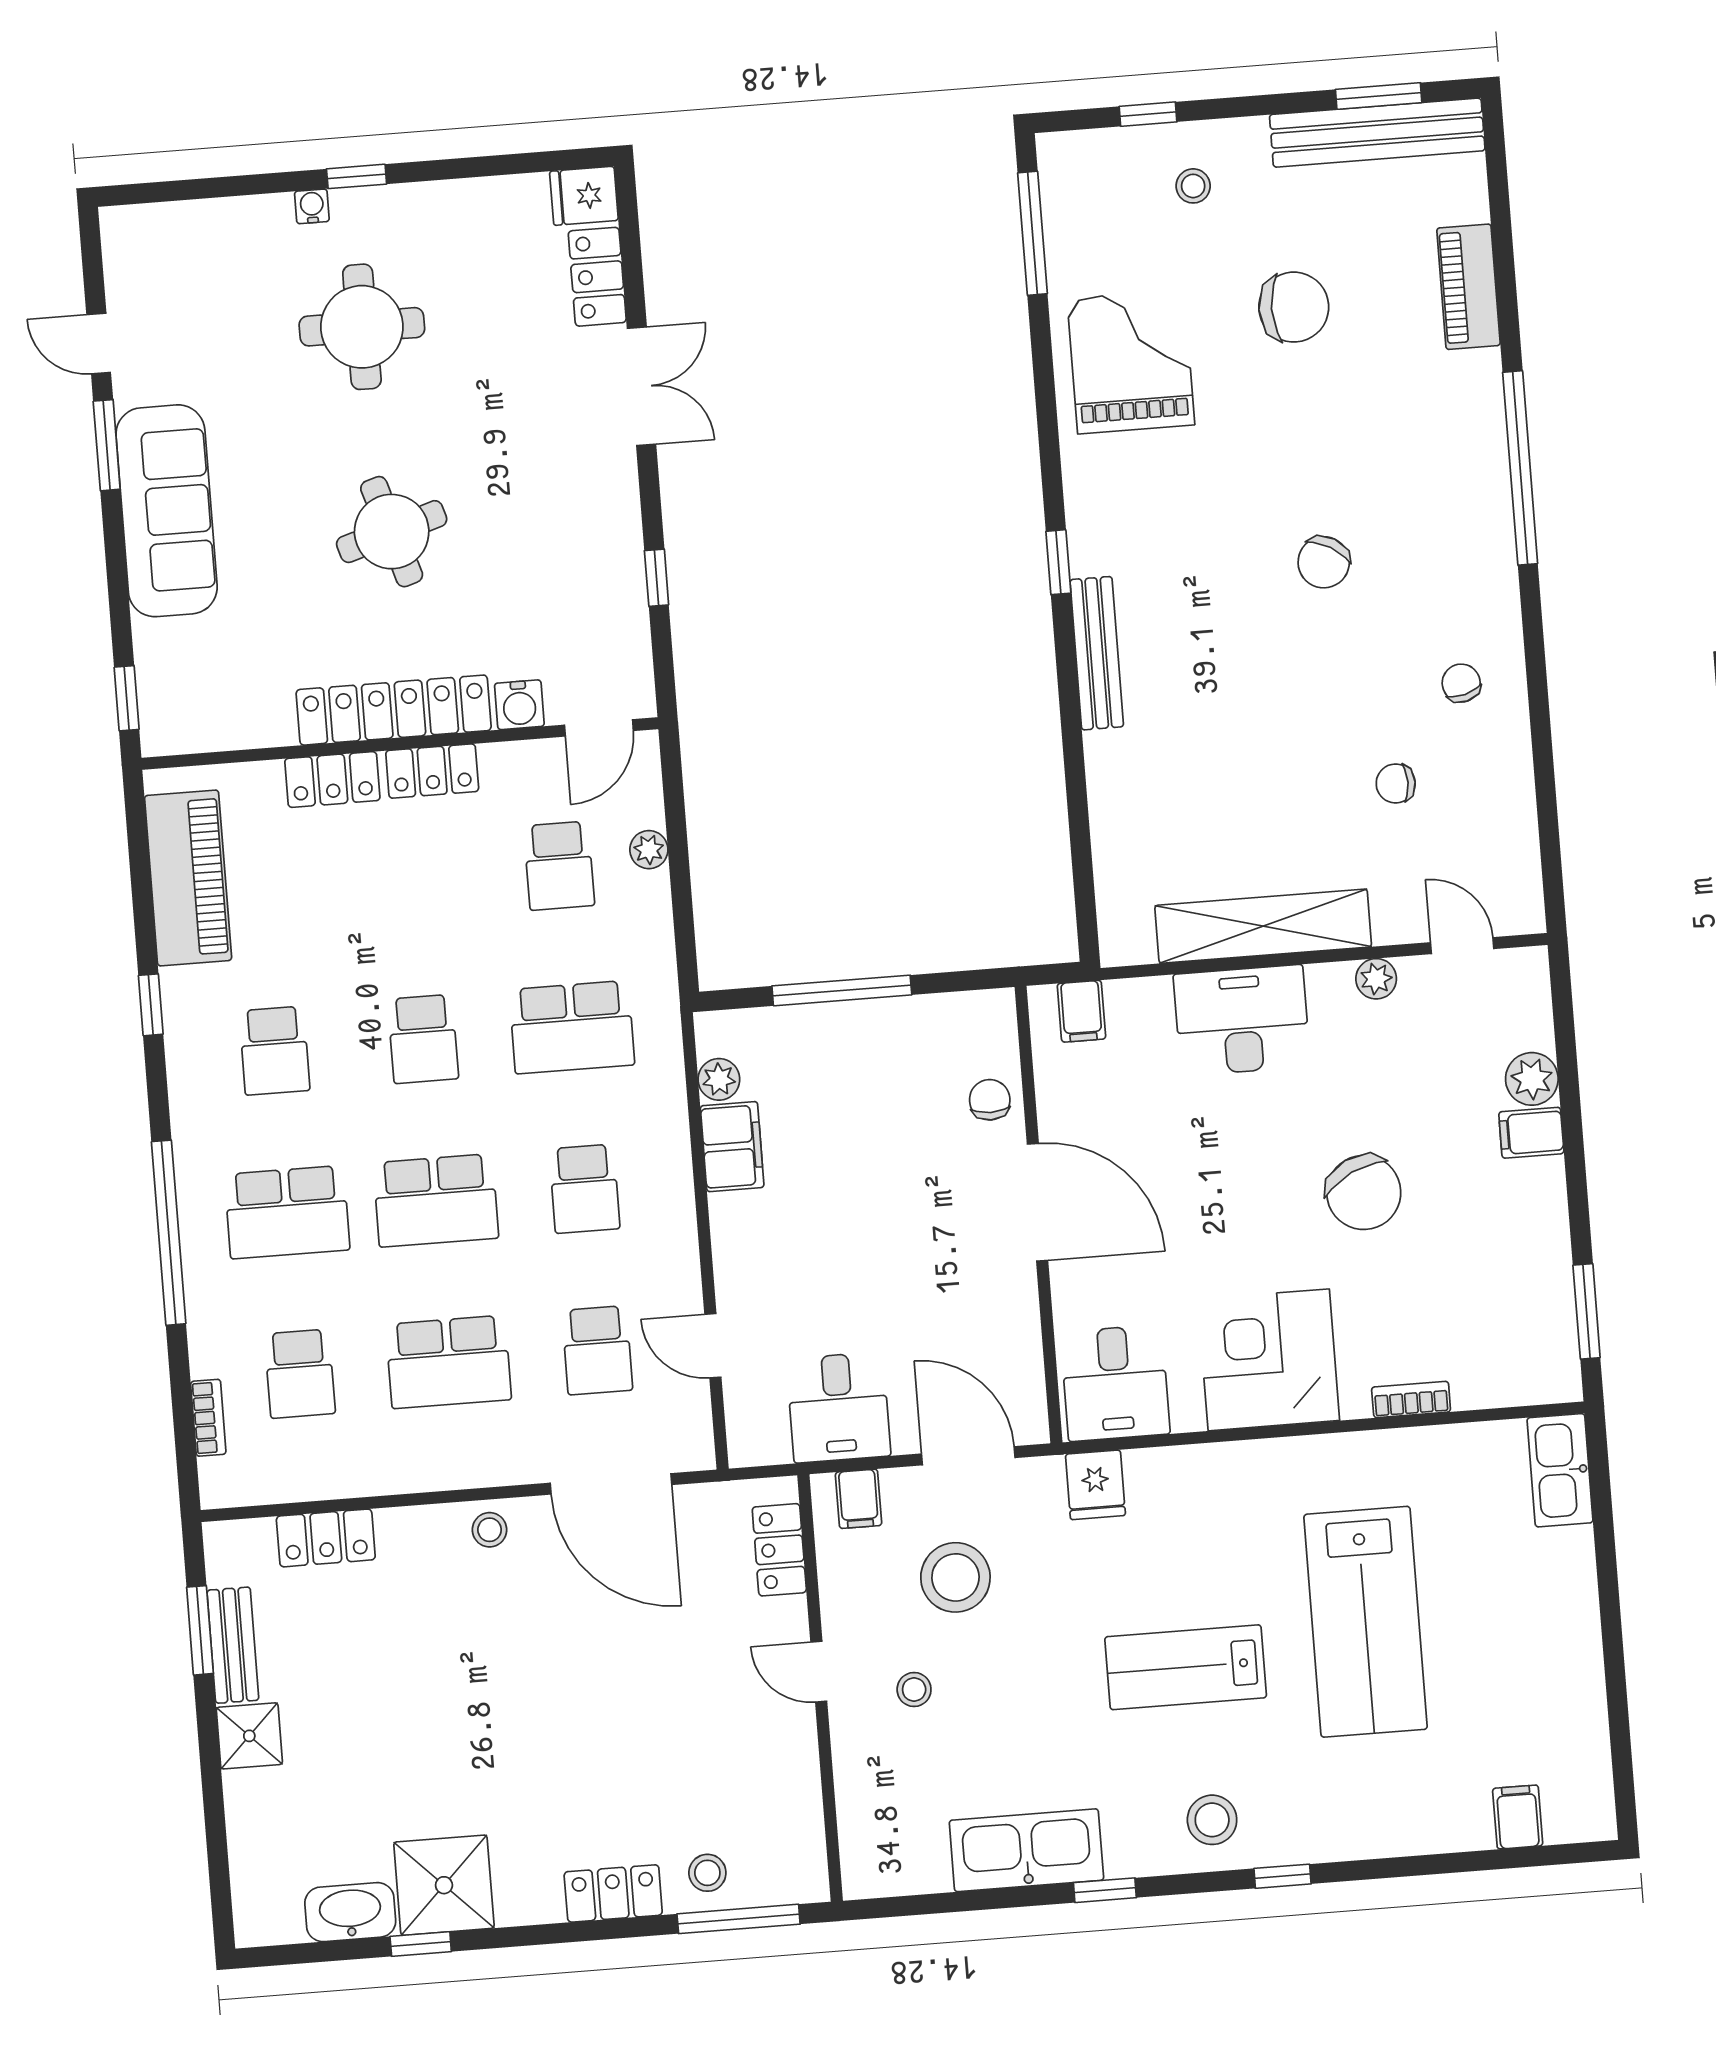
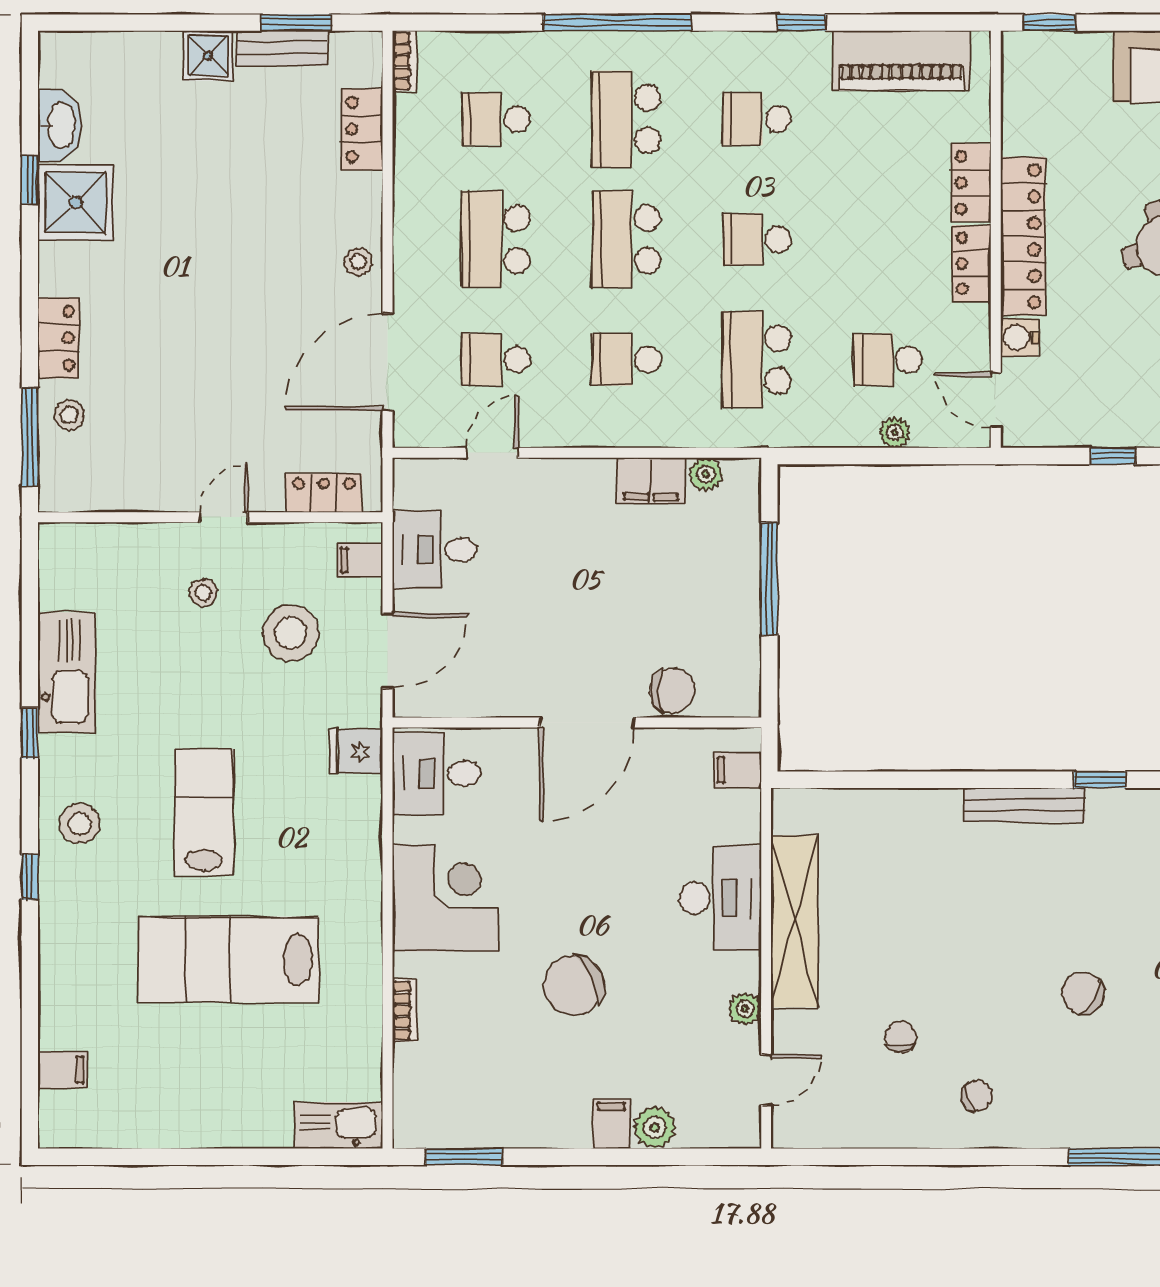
chair: (990, 1100) -> (672, 691), width x1.37, depth x1.37
bookcase: (208, 1418) -> (404, 61), moved, turned -90

